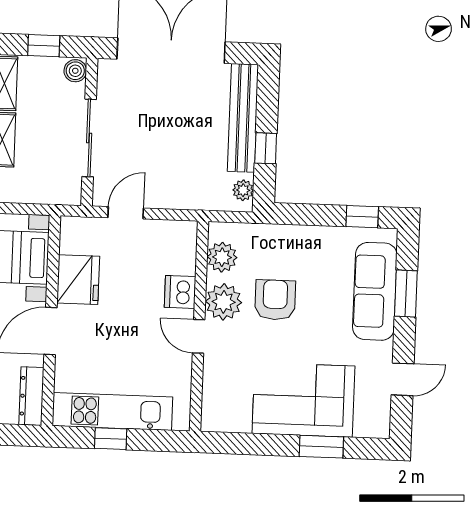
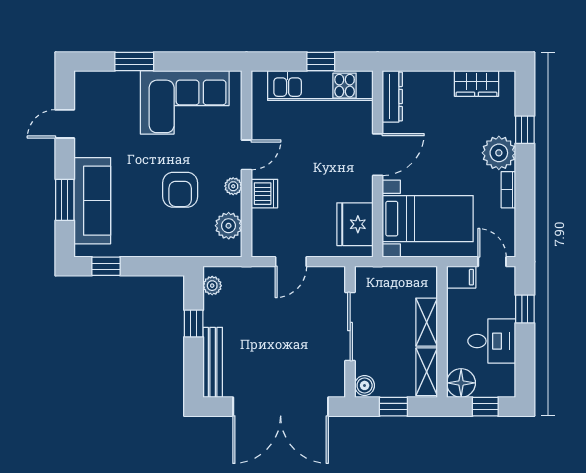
bench: (243, 118) -> (213, 362), width x0.73, depth x0.82
door: (126, 213) -> (291, 262), moved
fridge: (78, 280) -> (355, 224), moved
plant: (224, 302) -> (233, 186), width x0.53, depth x0.53
door: (199, 336) -> (247, 155), hinge flipped
corner sofa: (303, 400) -> (185, 102), moved

